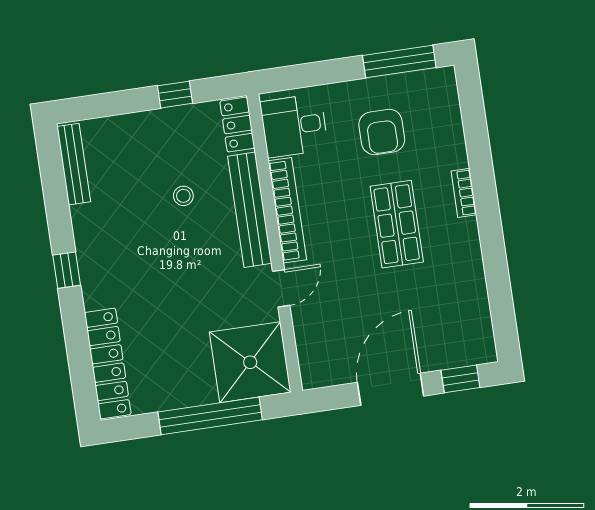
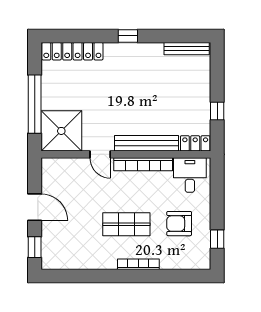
window: (399, 61) -> (217, 239), width x0.46
bookcase: (464, 193) -> (138, 264), width x1.56
stool: (183, 196) -> (160, 107), removed
door: (391, 389) -> (35, 207), width x0.73

